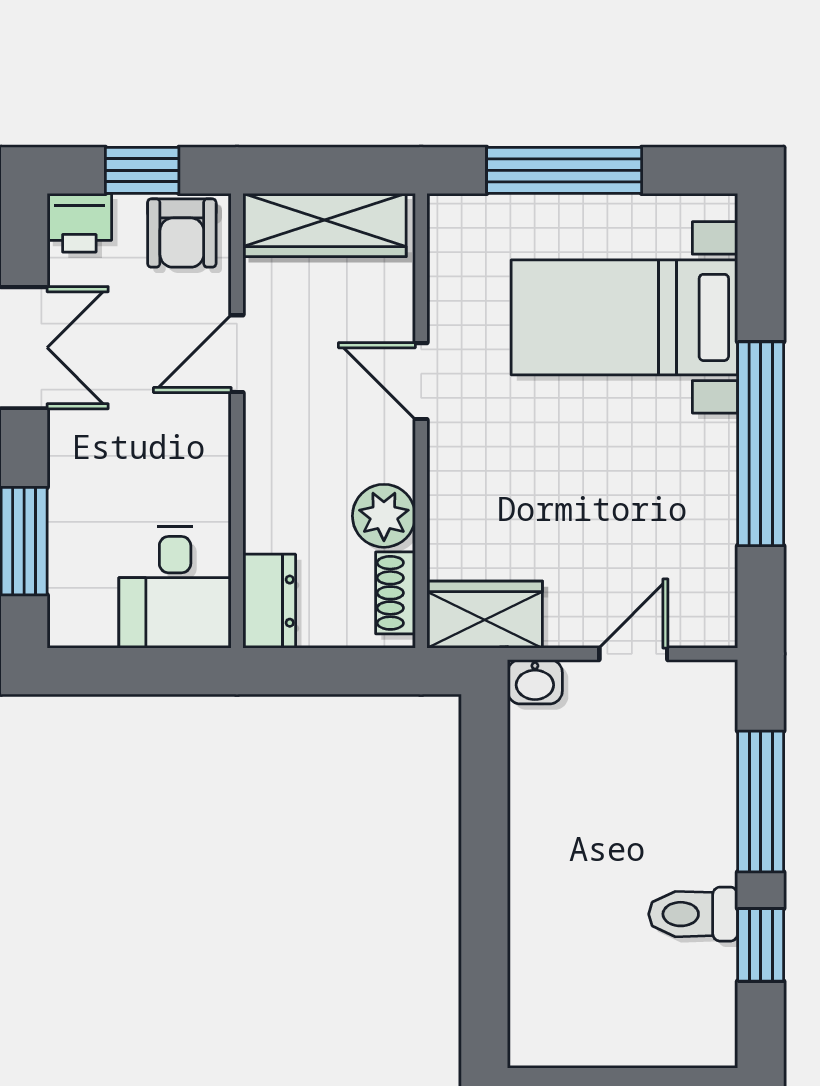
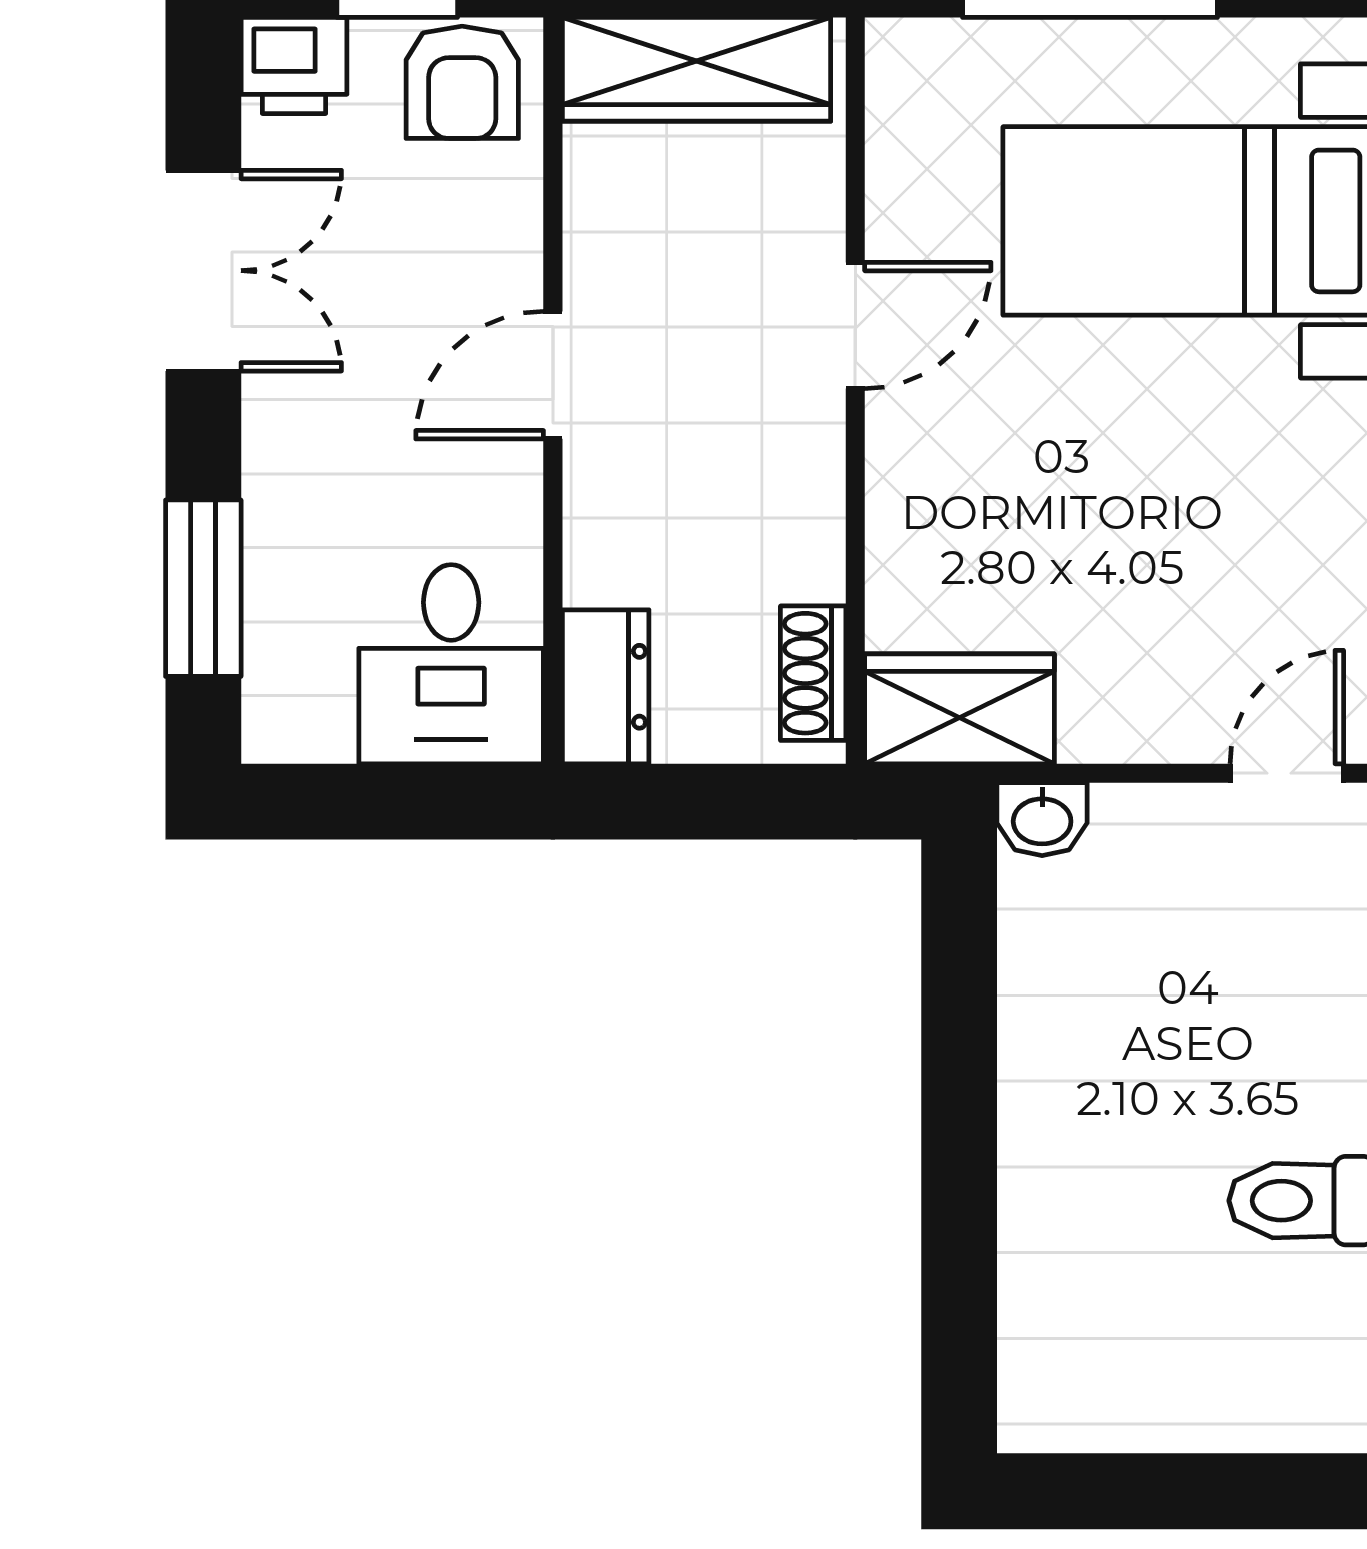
door: (237, 354) -> (553, 375), moved
door: (421, 381) -> (855, 325), swing flipped
plant: (384, 516) -> (794, 547), removed
door: (633, 654) -> (1287, 773), moved

